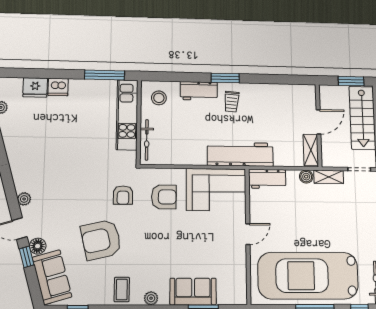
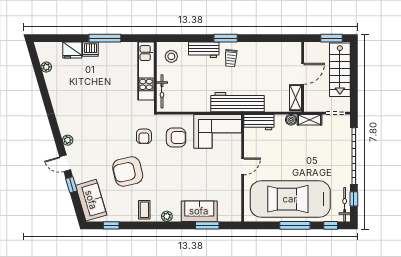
window: (105, 75) -> (105, 38), moved
floor lamp: (38, 246) -> (79, 177), removed

